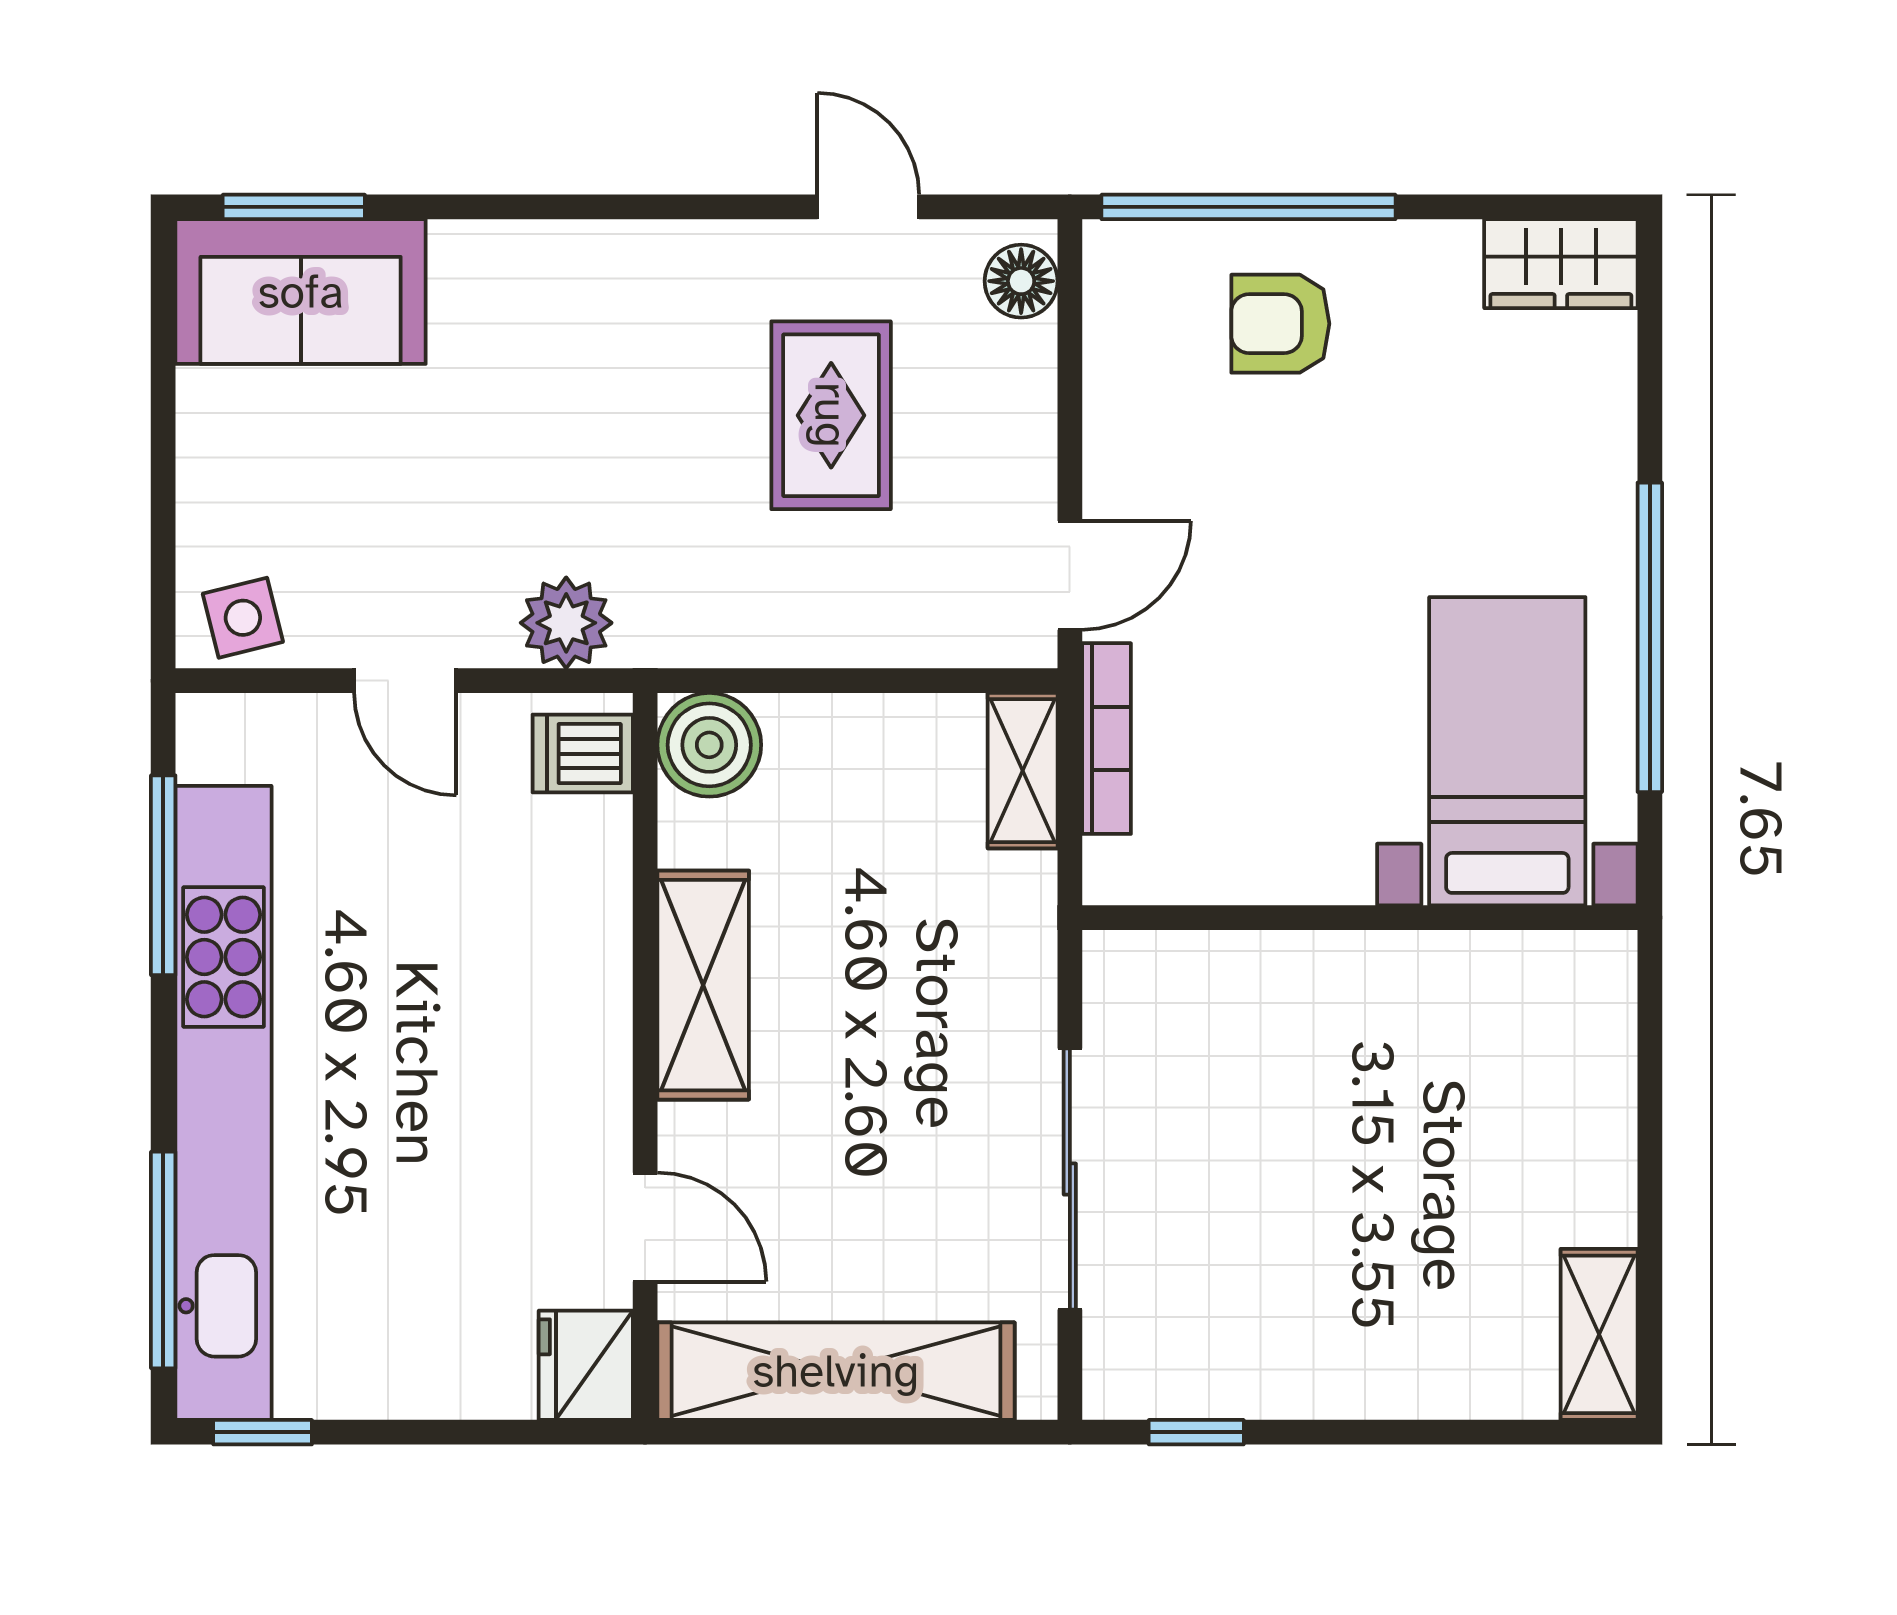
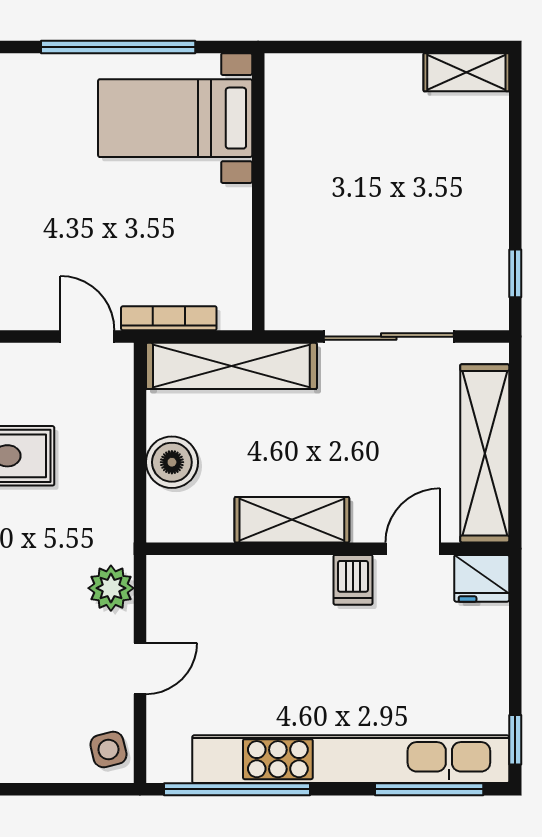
boiler: (709, 745) -> (172, 462), moved
dishwasher: (583, 754) -> (353, 580), moved
shelving: (1023, 771) -> (231, 366), width x2.20, depth x1.33
window: (163, 875) -> (237, 789), width x1.46

